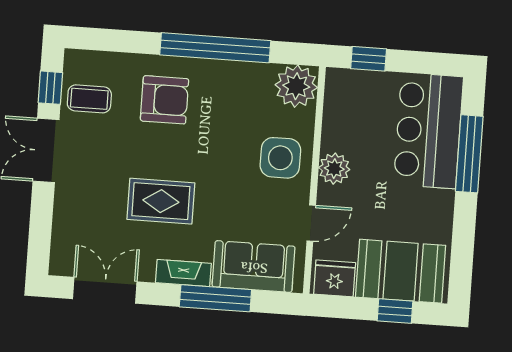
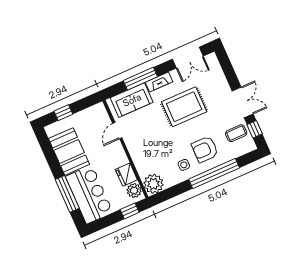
window: (215, 48) -> (214, 174), moved
side table: (280, 158) -> (184, 165), moved, width x0.54, depth x0.54
plant: (334, 169) -> (134, 191), moved
rug: (161, 201) -> (184, 107), width x1.36, depth x1.43
booth: (401, 271) -> (69, 151), moved, turned 90
fridge: (335, 278) -> (126, 175), moved, turned 90

